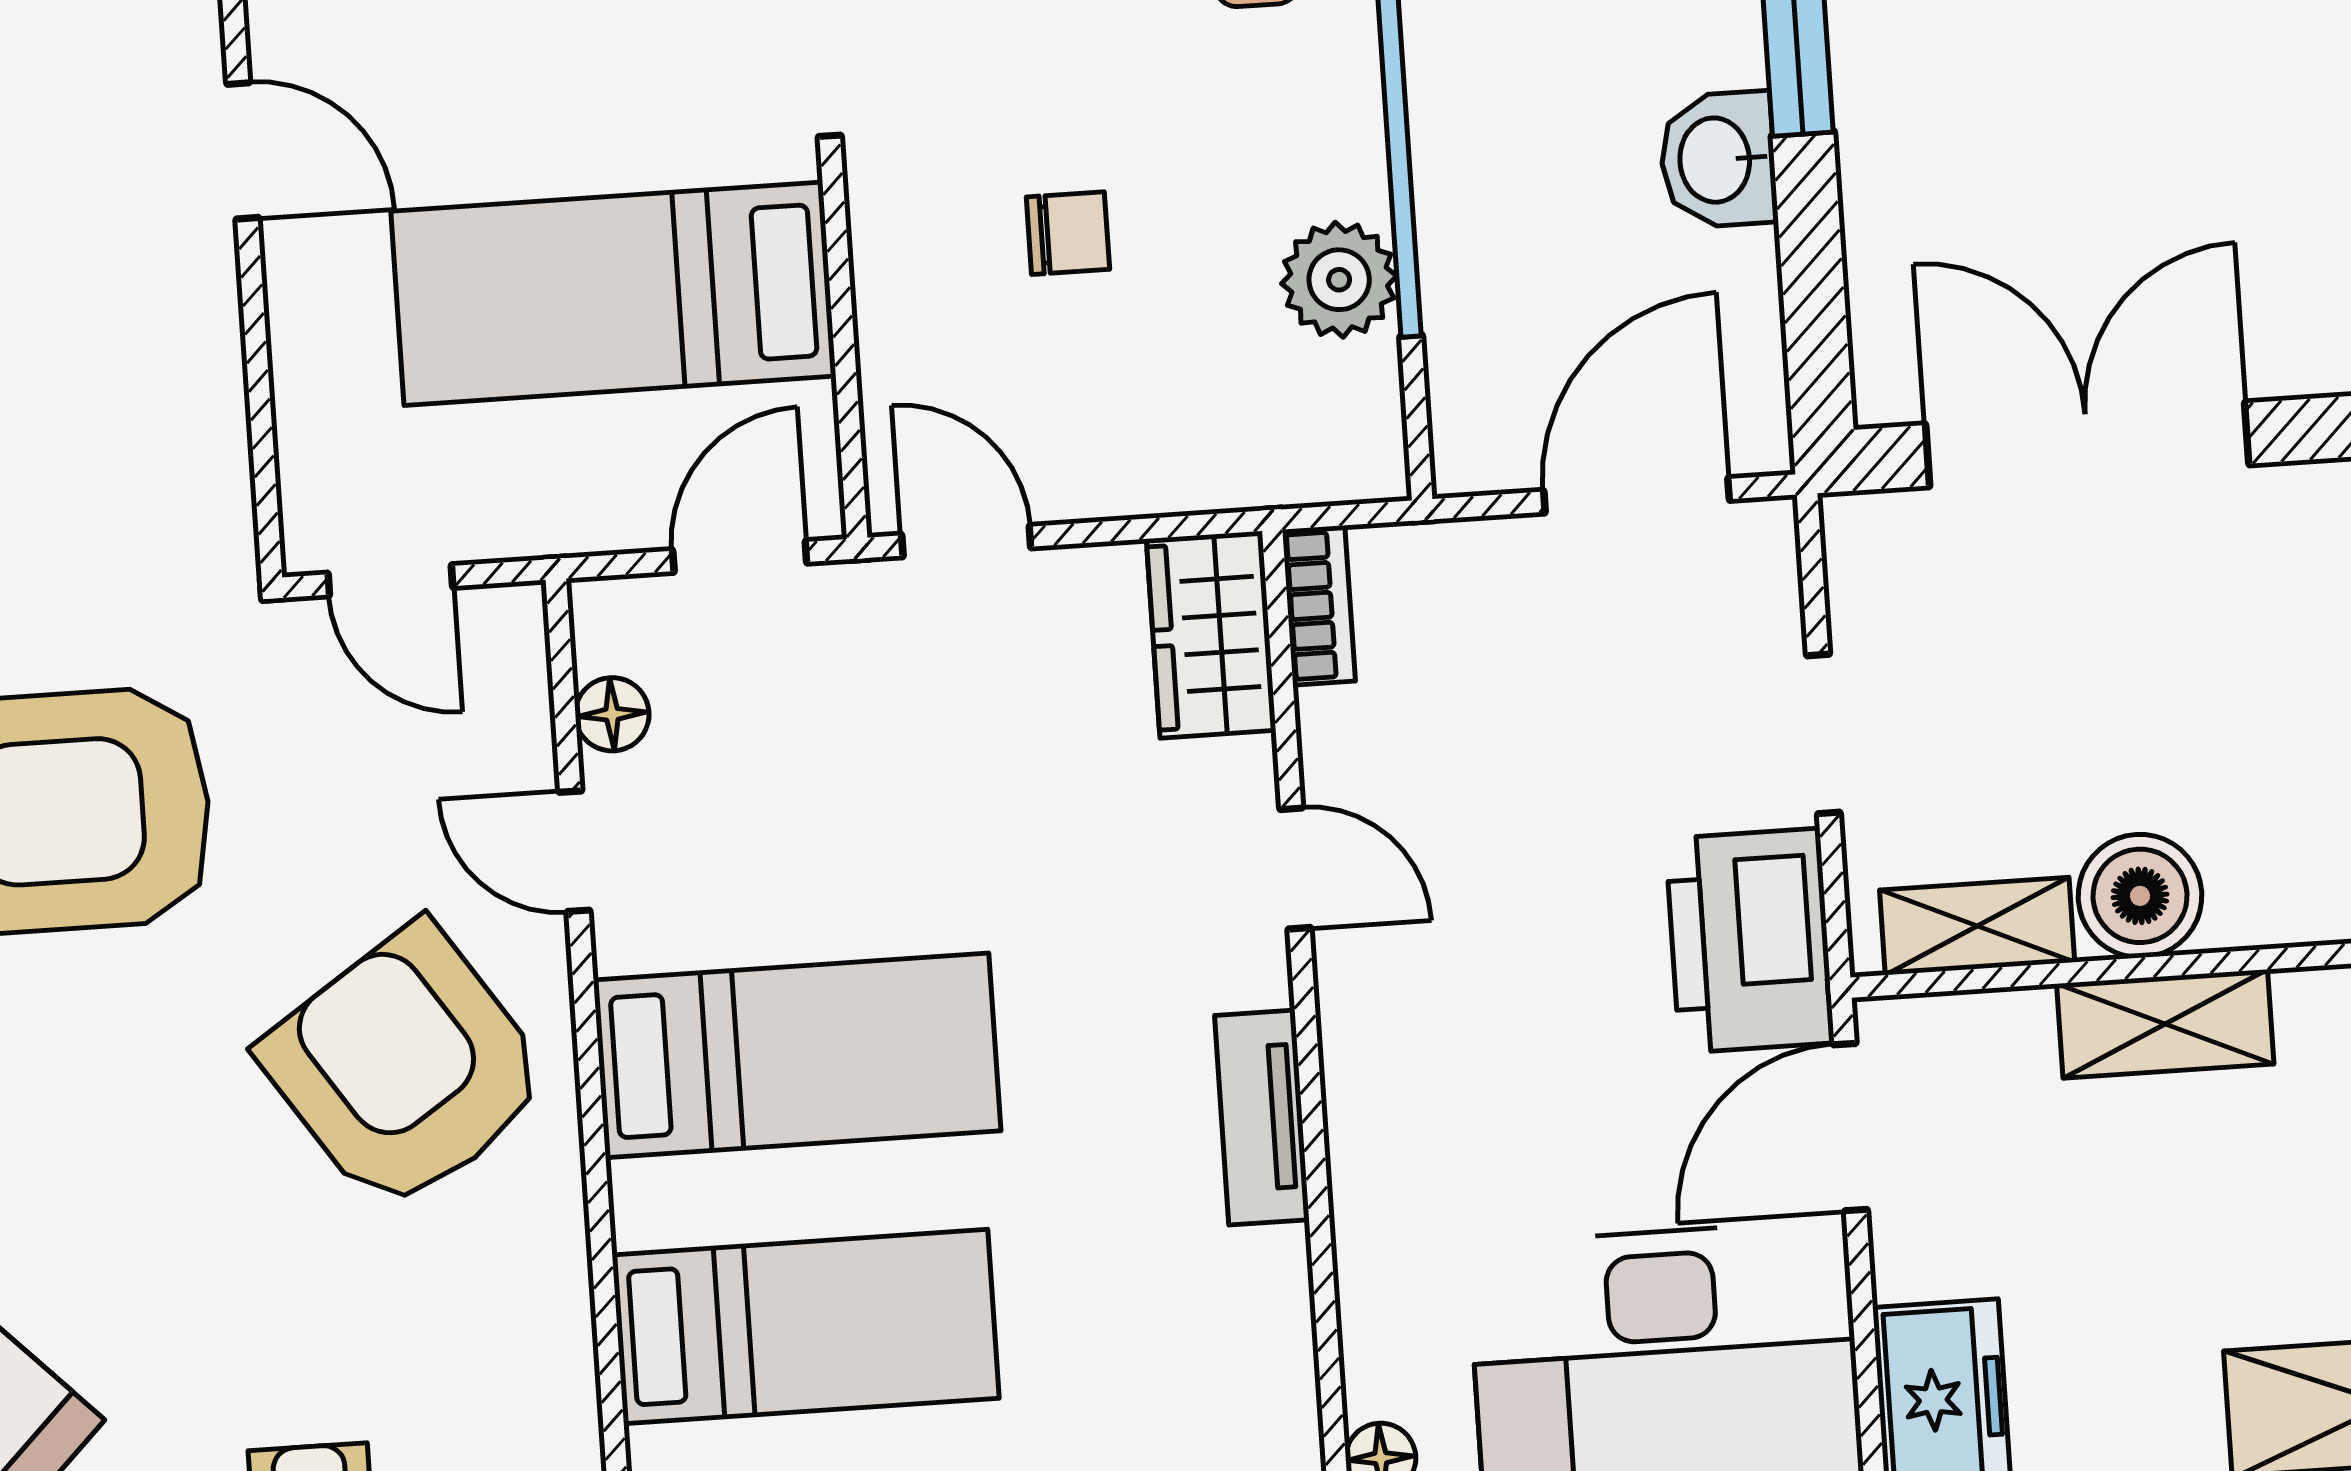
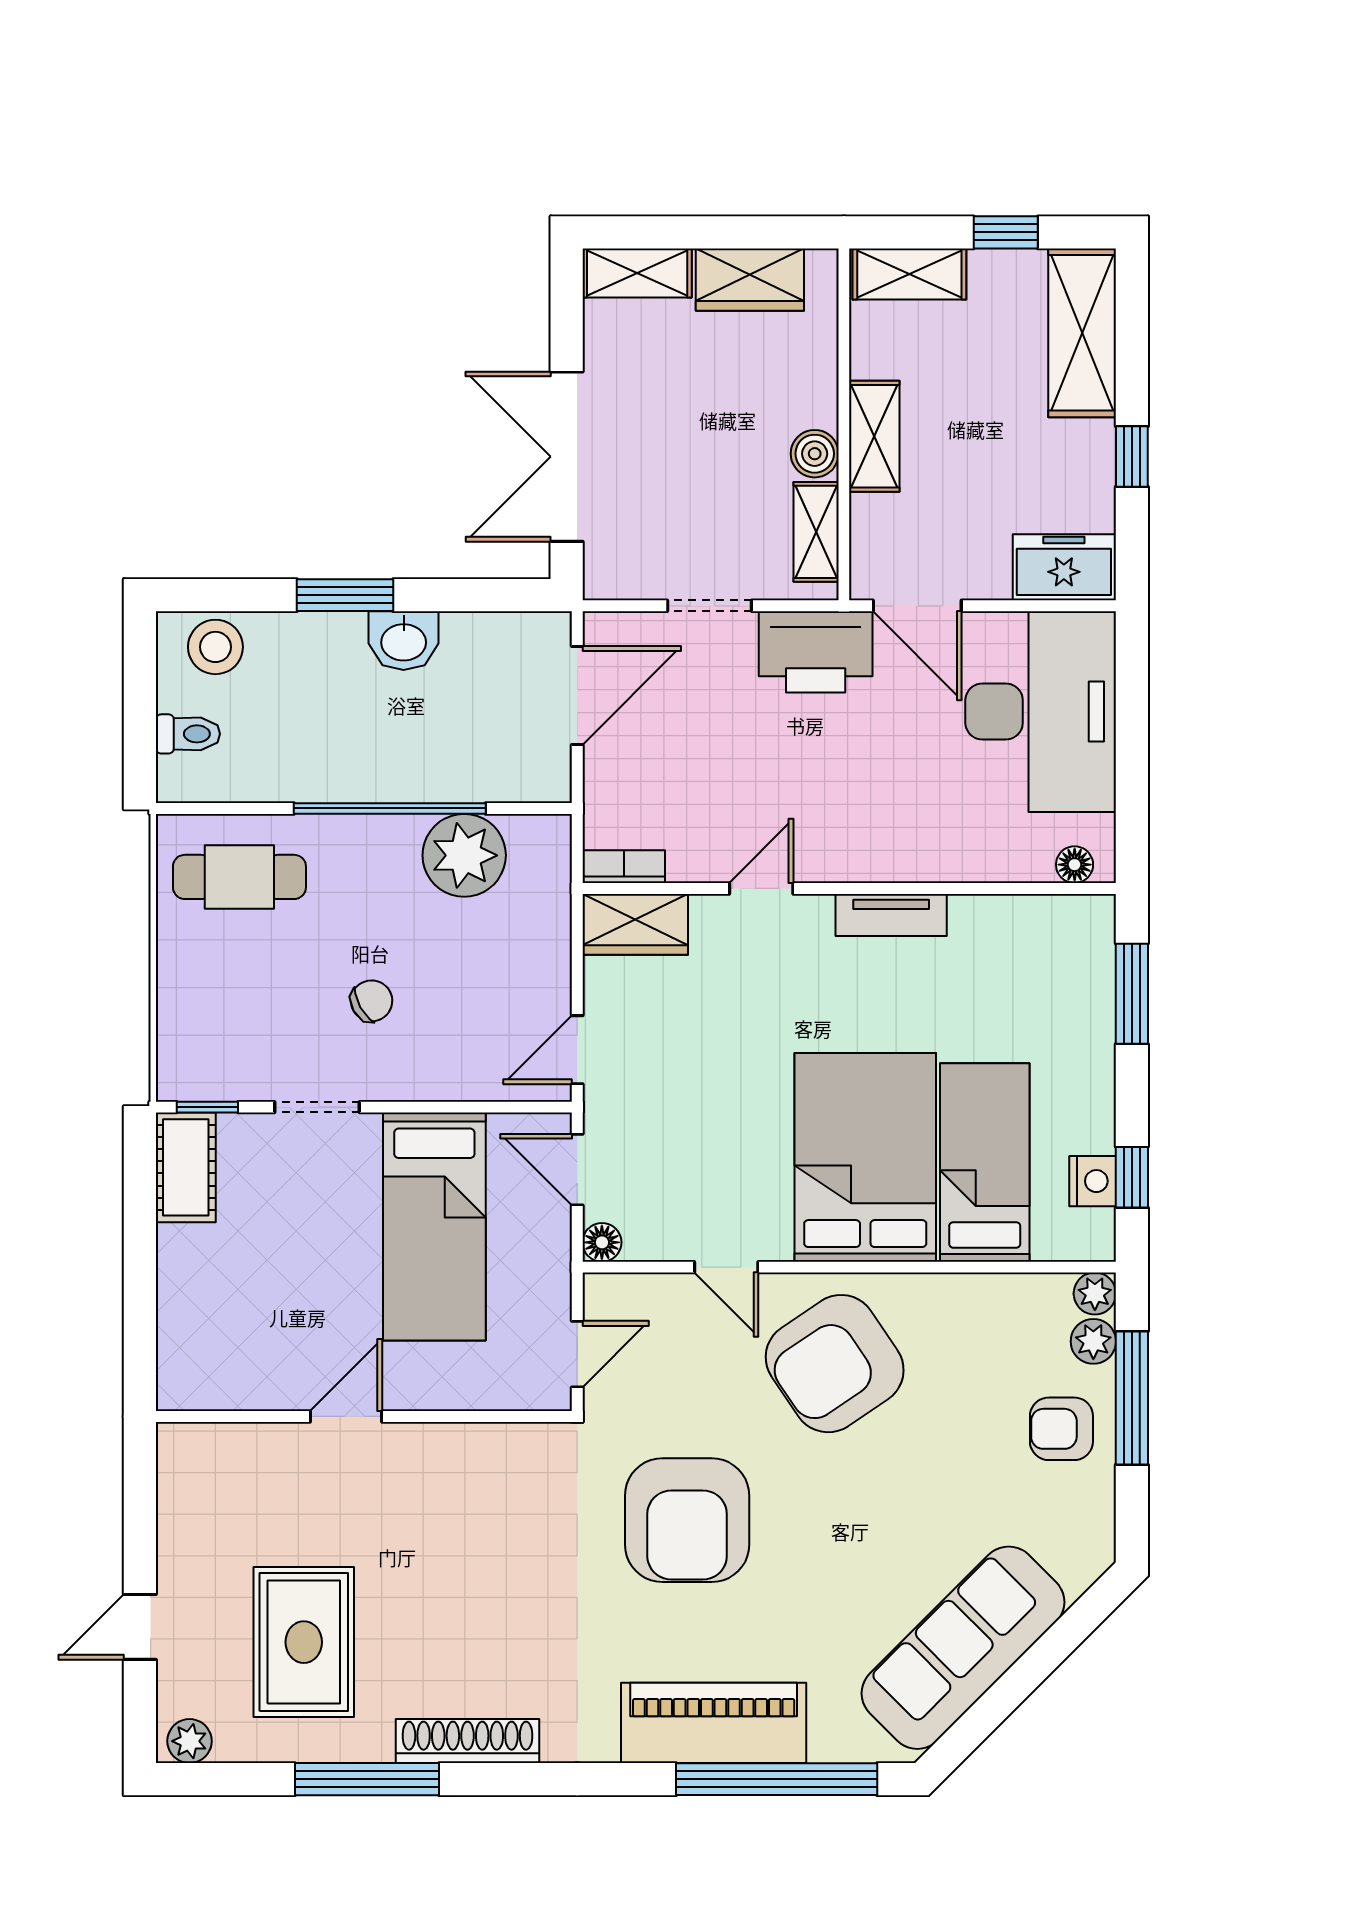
chair: (1068, 233) -> (372, 1001), moved, turned 61
plant: (1339, 280) -> (464, 855), width x1.36, depth x1.36
door: (1637, 495) -> (577, 696), swing flipped
floor lamp: (612, 714) -> (602, 1242), moved
door: (574, 851) -> (726, 1267), hinge flipped
boiler: (2140, 896) -> (815, 454), width x0.73, depth x0.73
bed: (797, 1055) -> (865, 1157), width x1.50

